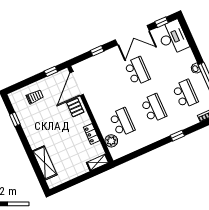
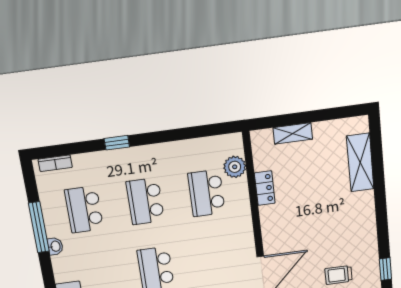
pallet: (75, 107) -> (278, 239), removed
window: (15, 119) -> (385, 269), moved
shelving: (98, 162) -> (293, 133), moved

